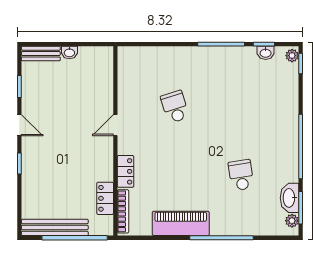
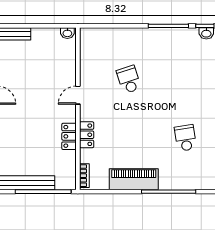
washbasin: (69, 53) -> (67, 33), moved
locker: (105, 198) -> (69, 136), moved
bookcase: (123, 211) -> (84, 176), width x0.64

